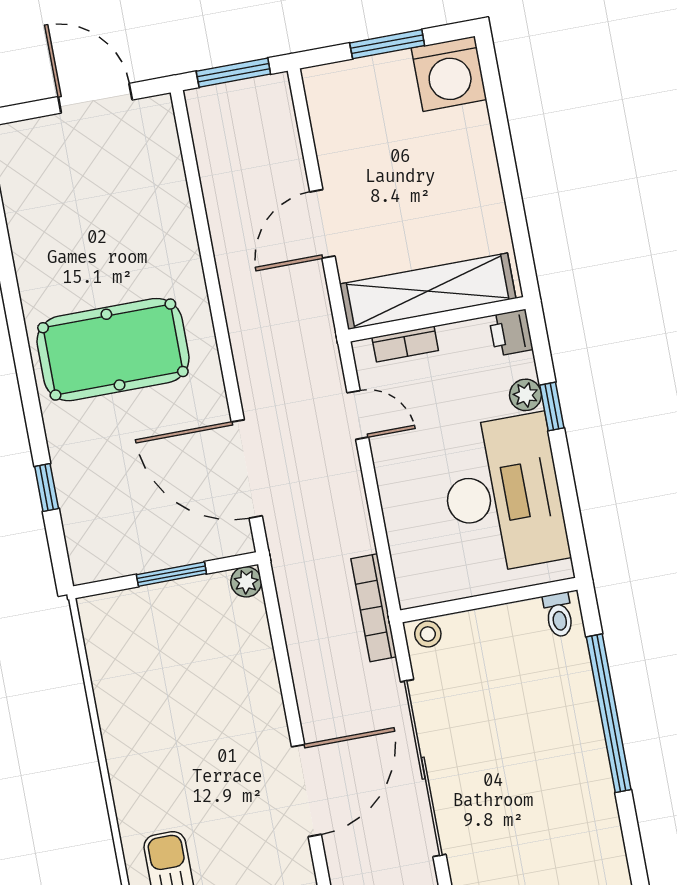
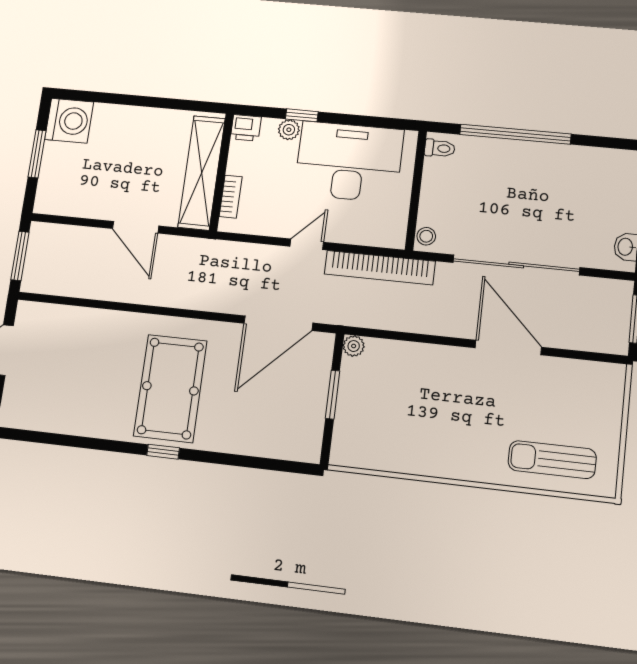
door: (358, 415) -> (307, 244), moved
window: (47, 487) -> (163, 452), moved
bookcase: (374, 608) -> (380, 268), width x1.48, depth x1.31

